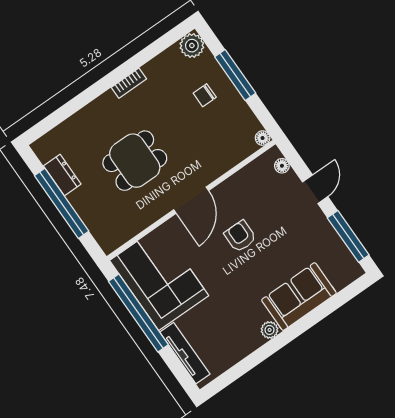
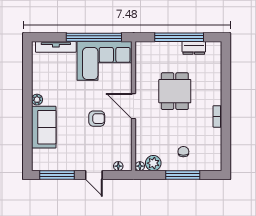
plant: (192, 46) -> (153, 163), moved

